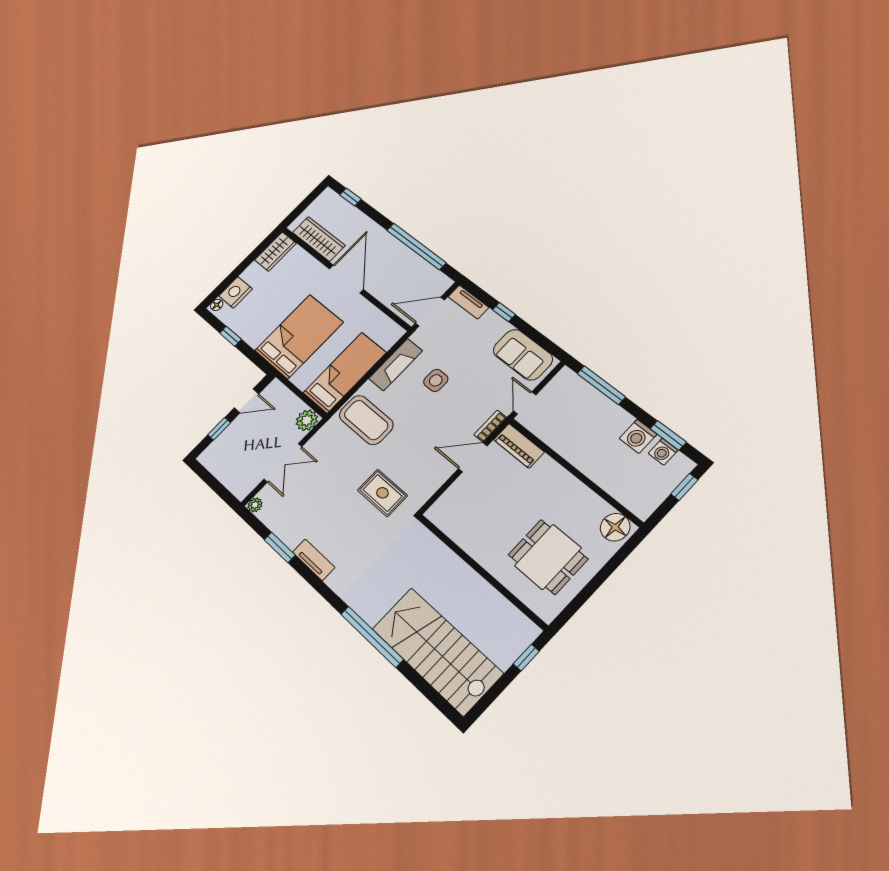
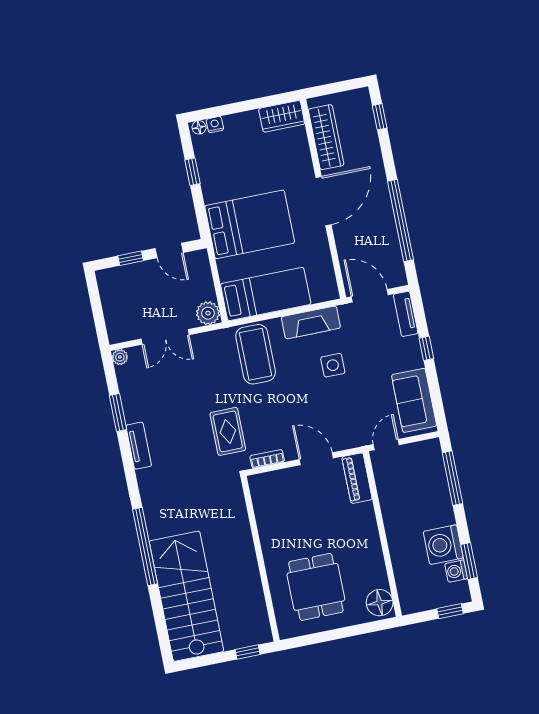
nightstand: (236, 292) -> (215, 125), width x0.53, depth x0.56
bookcase: (490, 426) -> (267, 459), moved
washing machine: (638, 436) -> (443, 545), width x1.37, depth x1.37

